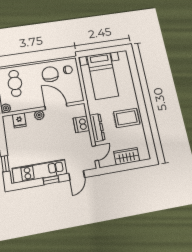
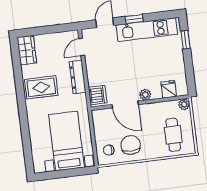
chair: (50, 74) -> (131, 145), turned 180
dishwasher: (81, 124) -> (98, 95), moved
wardrobe: (127, 156) -> (27, 50), moved, turned -90

